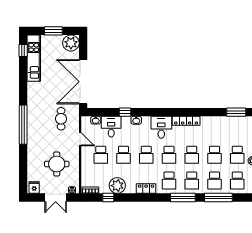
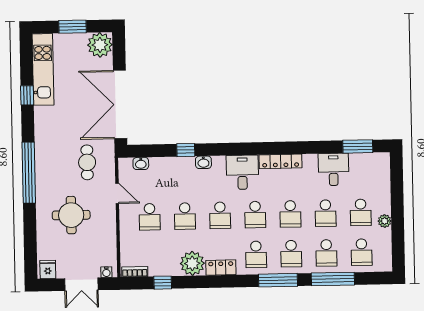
window: (23, 51) -> (27, 95), moved
desk: (111, 127) -> (333, 169), moved
round table: (57, 164) -> (71, 215), moved
plant: (117, 186) -> (192, 263), moved

